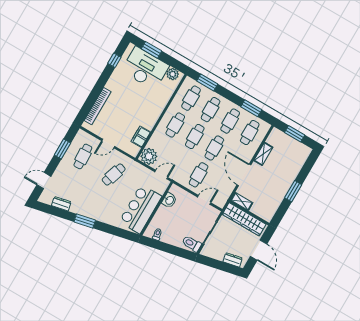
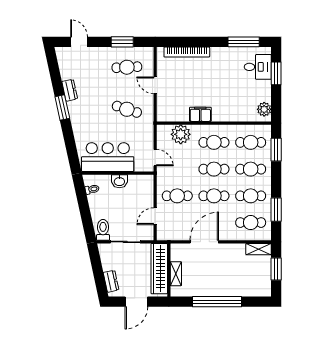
window: (114, 60) -> (244, 42), width x2.17
desk: (145, 68) -> (258, 67), width x0.53, depth x0.77
filing cabinet: (141, 137) -> (200, 114), moved
shelving: (263, 154) -> (259, 249), moved
plant: (149, 156) -> (181, 134), moved
window: (293, 191) -> (217, 302), width x2.11
washbasin: (169, 200) -> (119, 181), moved
door: (204, 200) -> (155, 216), swing flipped
shelving: (242, 201) -> (176, 274), moved
dresser: (61, 204) -> (70, 90), moved

